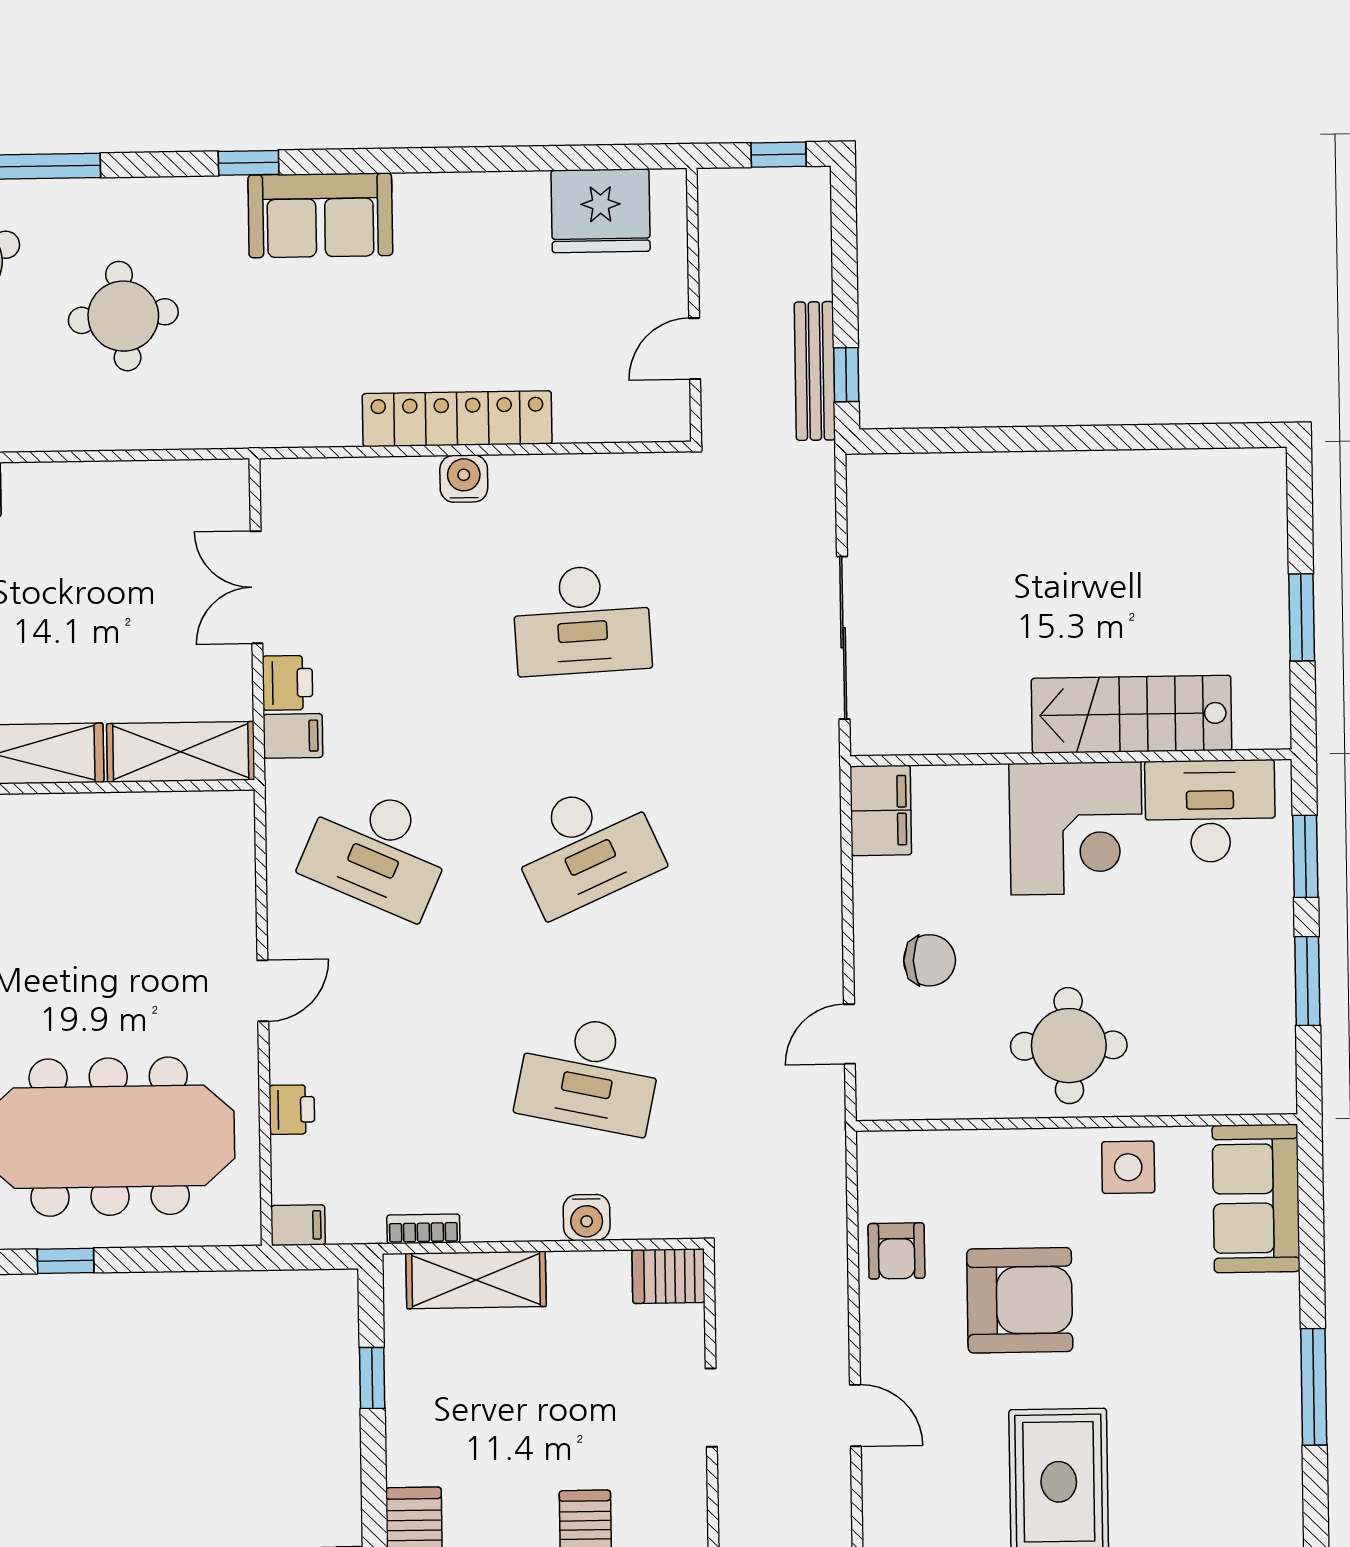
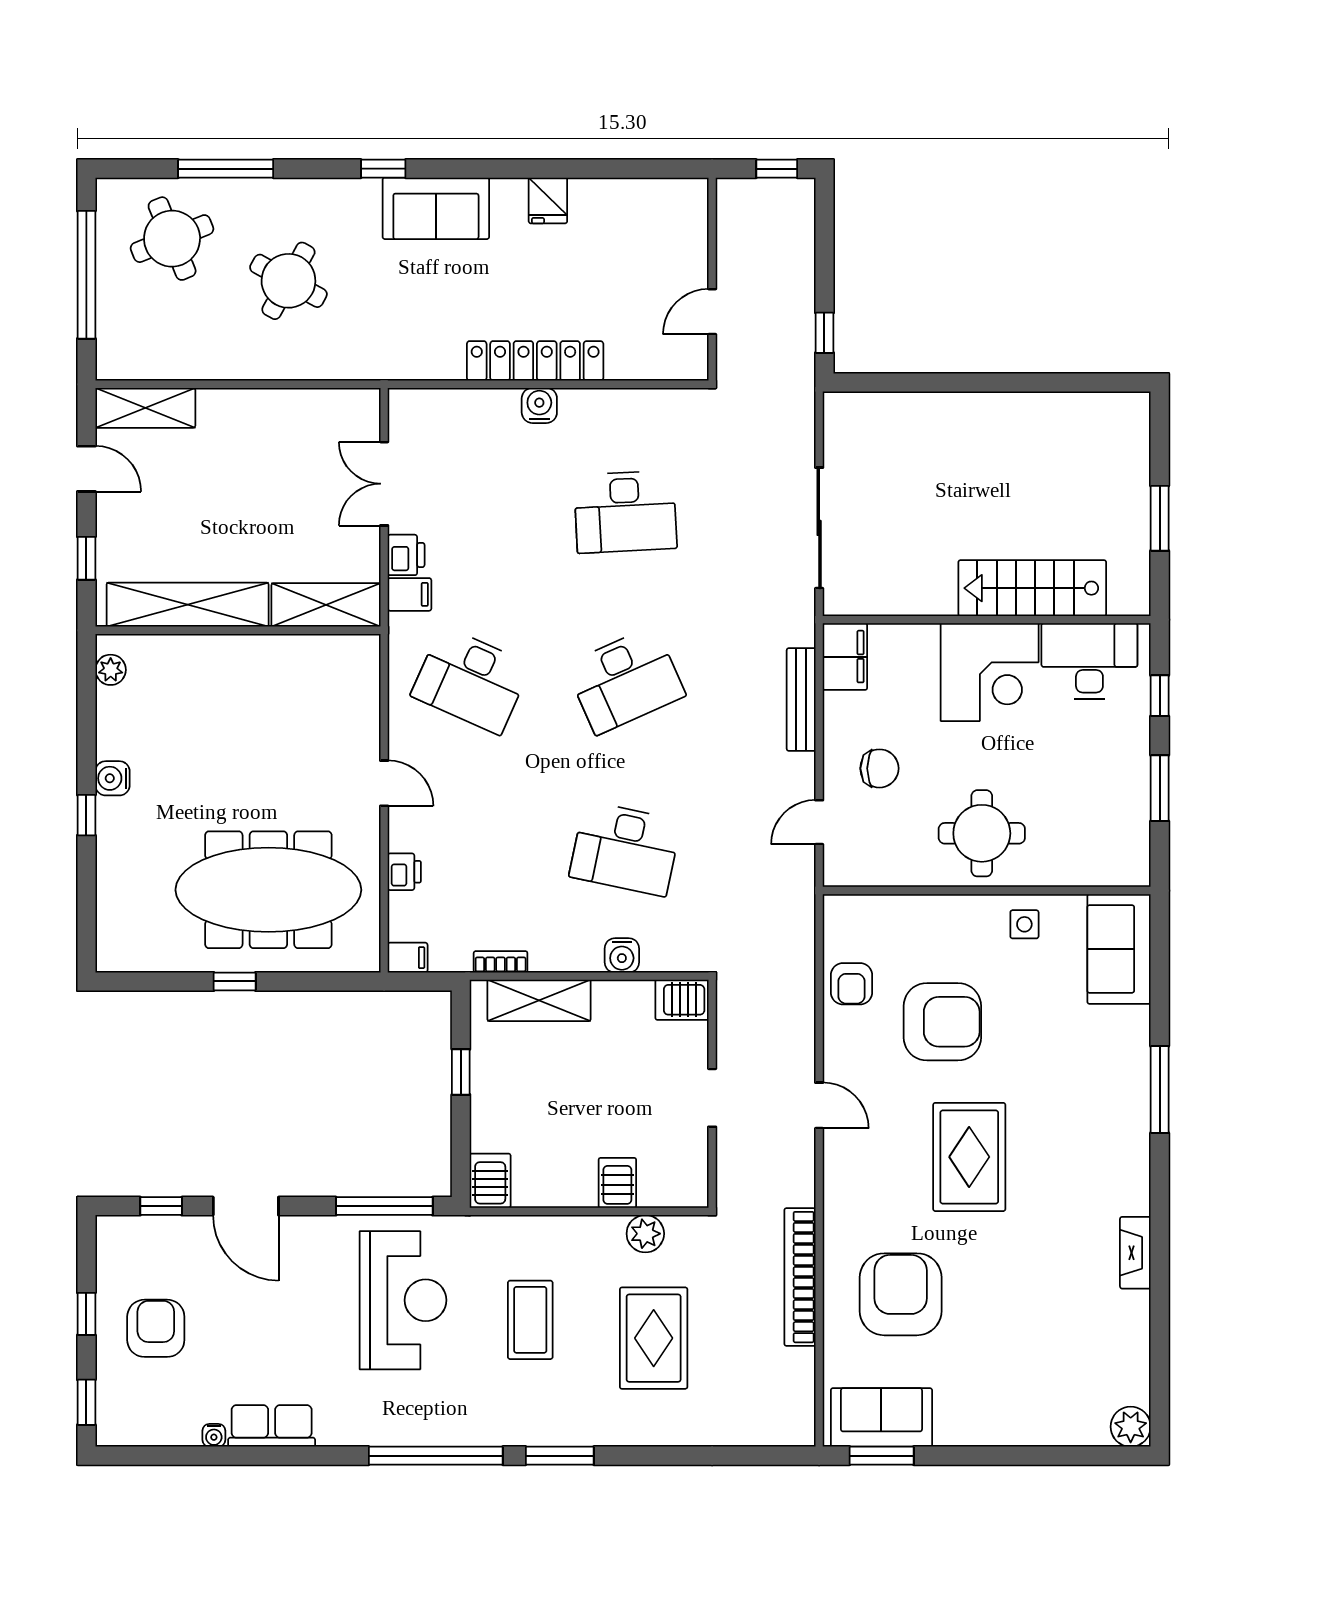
fridge: (601, 211) -> (548, 200), moved, width x0.53, depth x0.75
round table: (123, 316) -> (288, 281), turned 34
bench: (815, 371) -> (801, 700), moved
window: (1305, 856) -> (1160, 696), width x0.67
door: (263, 991) -> (384, 783), hinge flipped
side table: (1128, 1167) -> (1024, 924), width x0.73, depth x0.73

